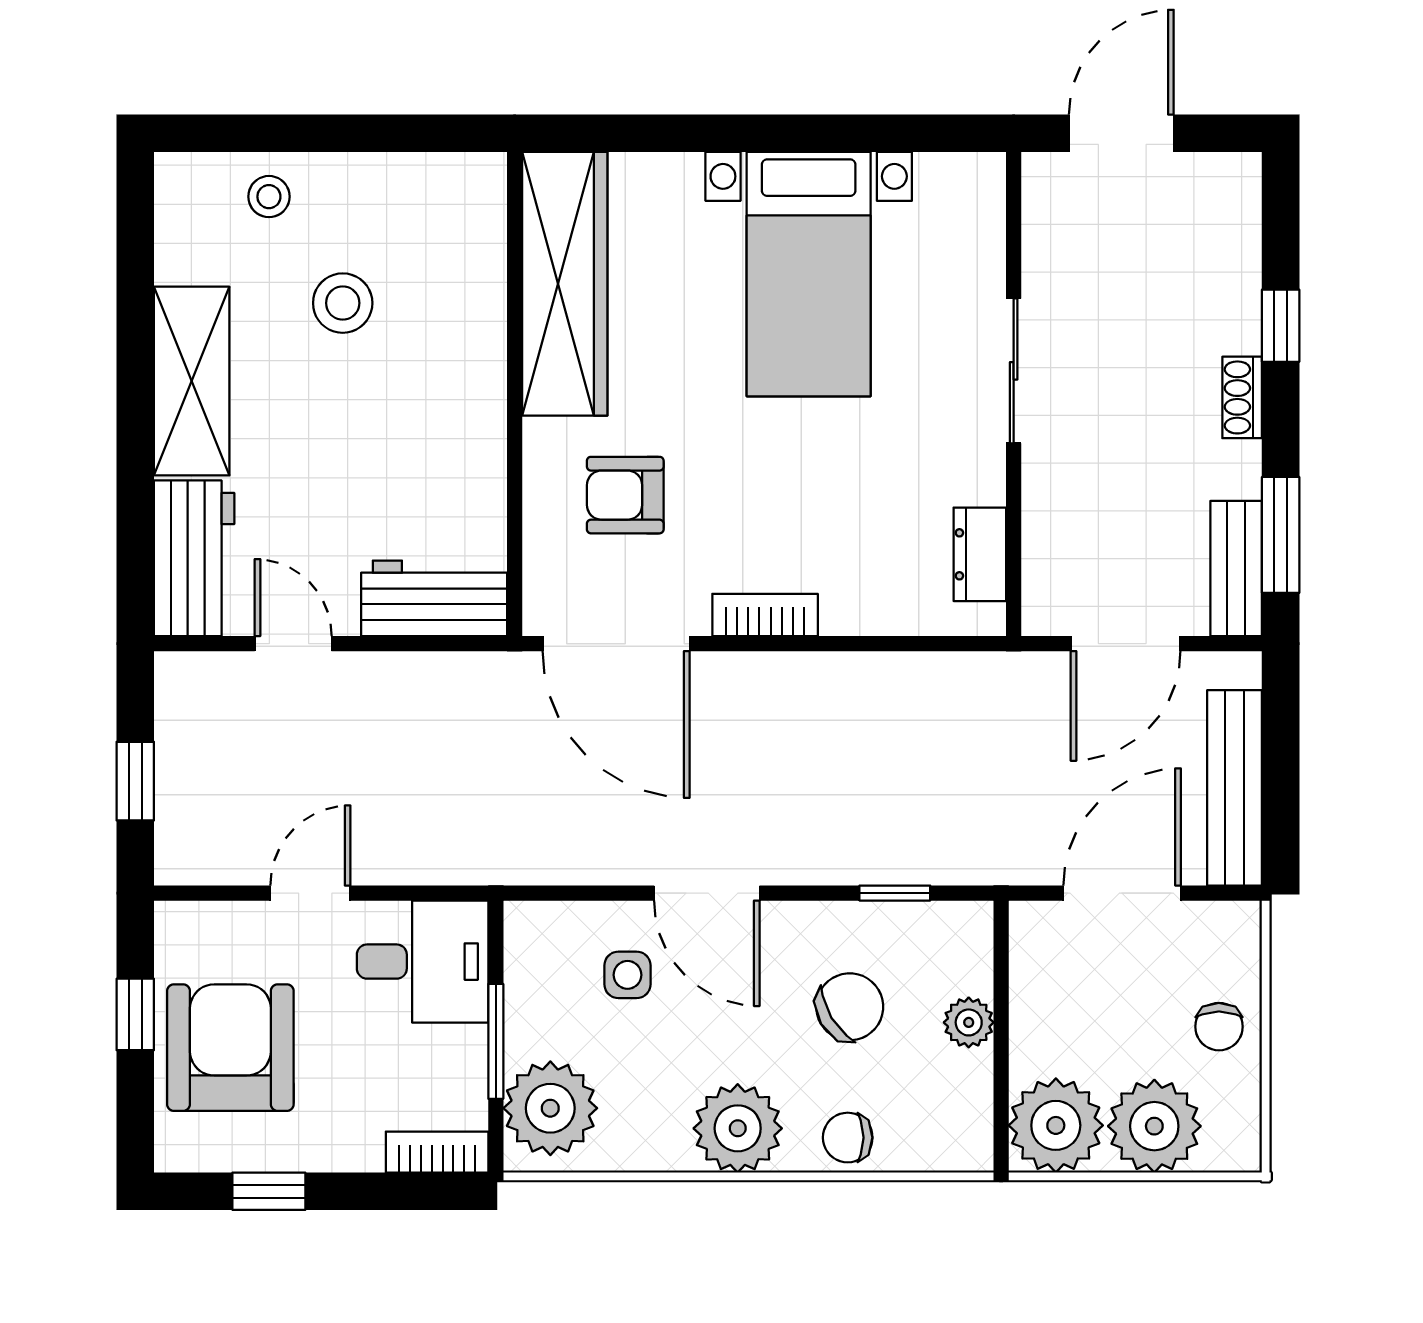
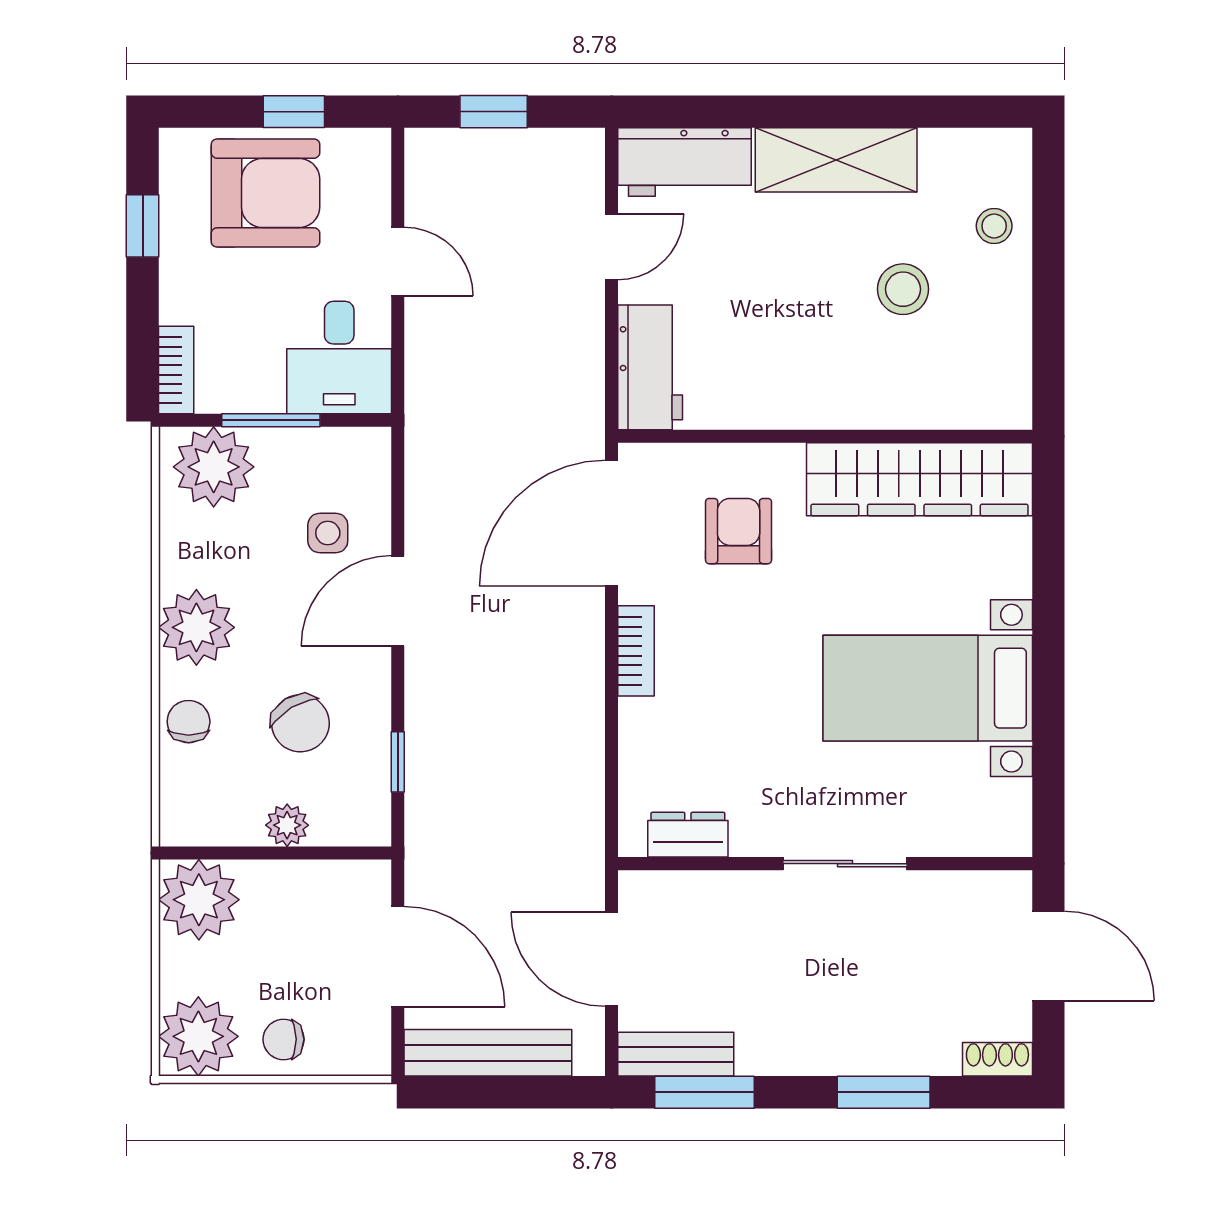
window: (1281, 326) -> (884, 1092), width x1.50
shoe rack: (1242, 397) -> (997, 1059), moved
plant: (1154, 1126) -> (198, 1036), moved

